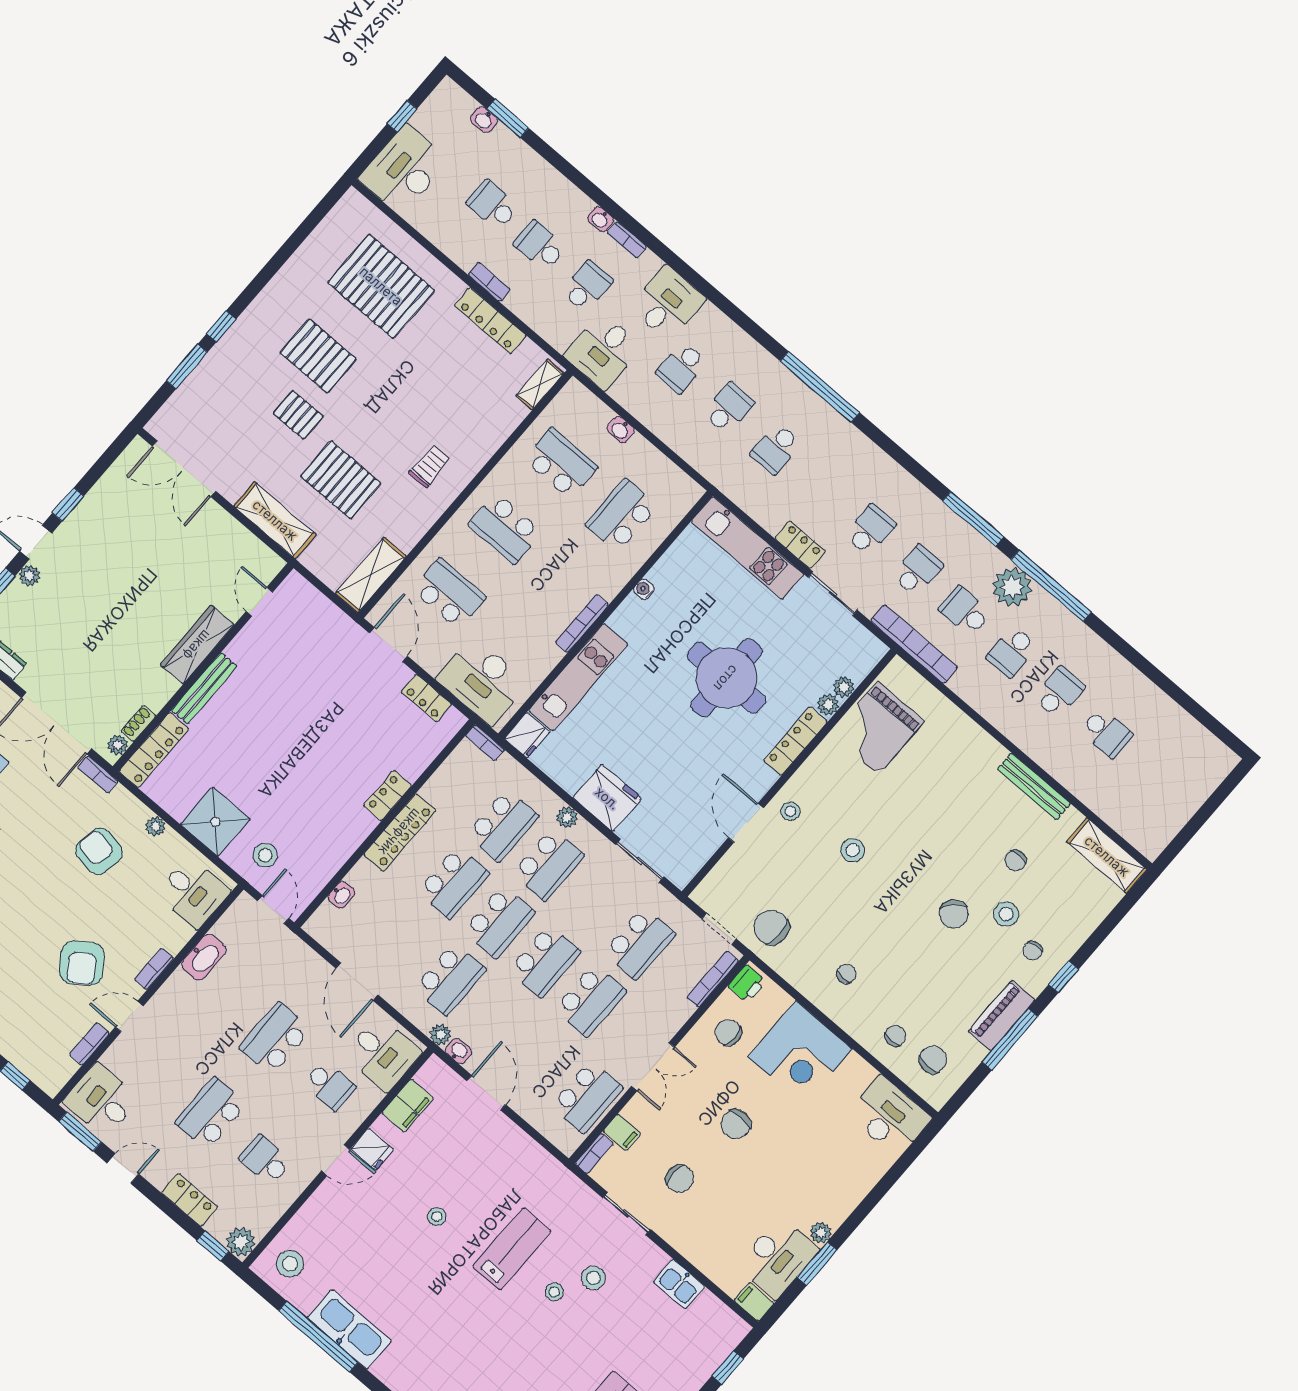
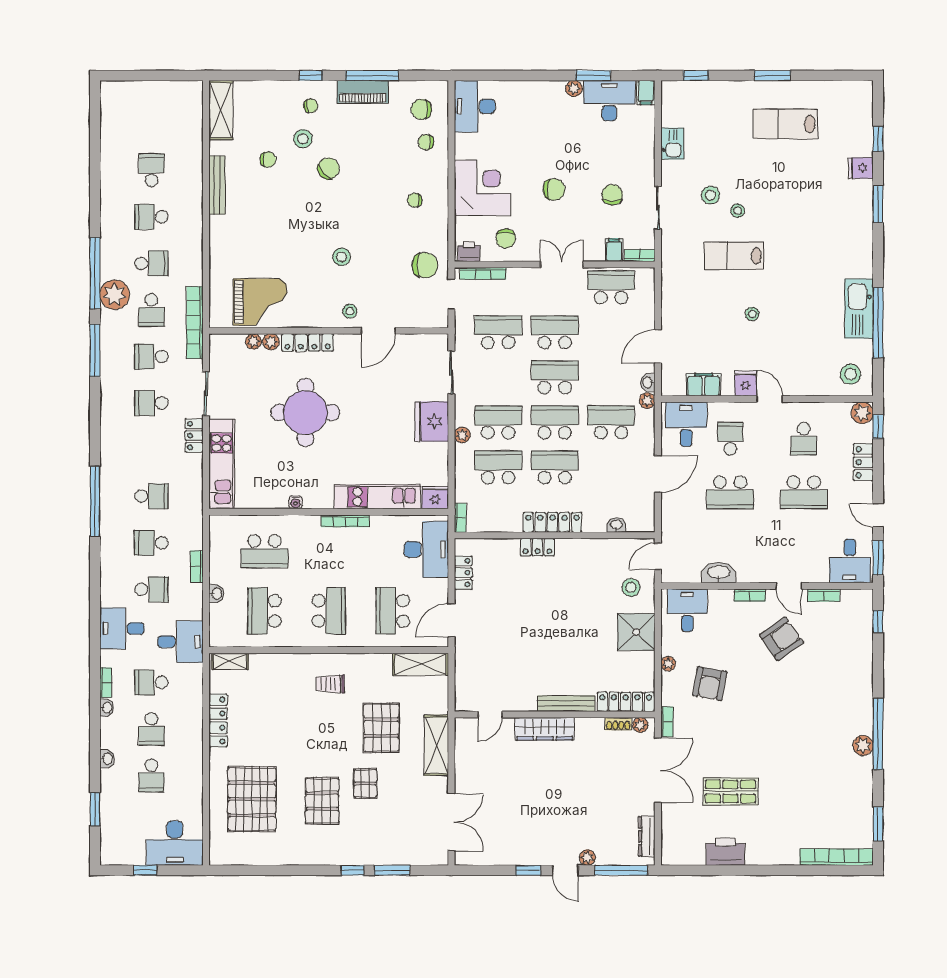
washbasin: (484, 120) -> (107, 759), moved
bookcase: (489, 282) -> (197, 566), moved
chair: (771, 927) -> (425, 265), turned -90

